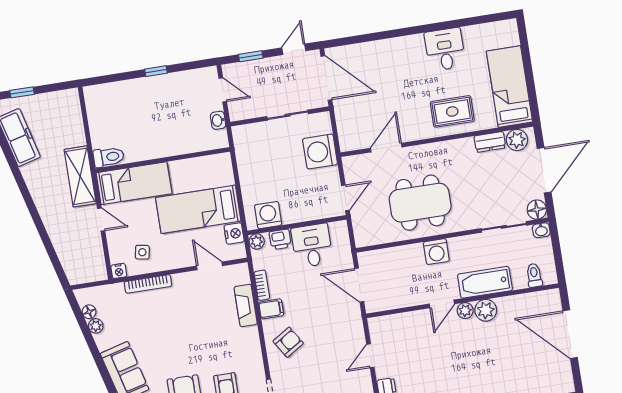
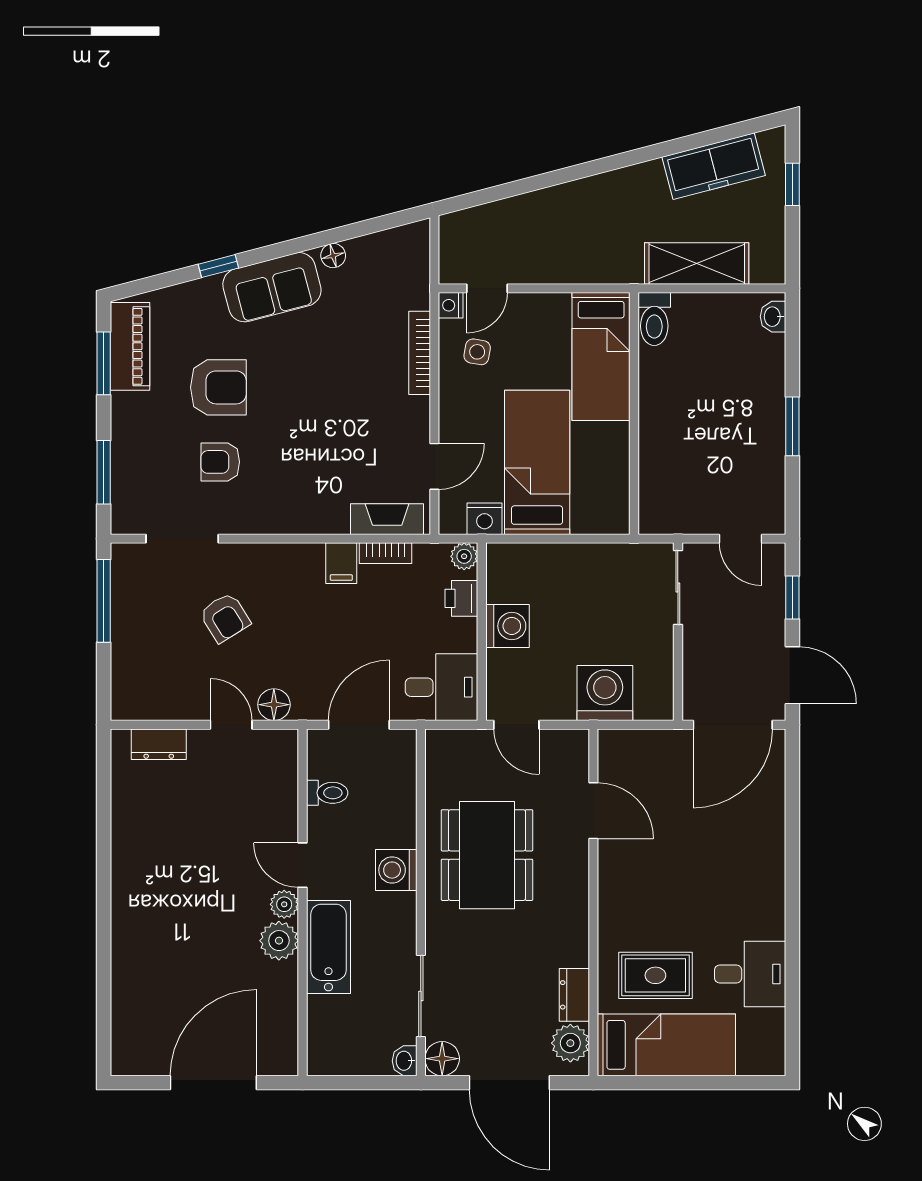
door: (294, 49) -> (792, 675), width x1.37
desk: (445, 49) -> (750, 974), moved
window: (156, 71) -> (792, 426), width x1.50
door: (223, 90) -> (741, 539), hinge flipped
rug: (452, 111) -> (655, 975), moved, turned 90
sliding door: (288, 115) -> (678, 588), moved
washbasin: (218, 120) -> (773, 317), moved, turned -90
shelving: (80, 176) -> (697, 263), moved
washing machine: (268, 215) -> (507, 626), moved
door: (101, 220) -> (487, 288), moved
desk: (312, 246) -> (442, 687), moved
toilet: (534, 275) -> (327, 793), moved
fireplace: (246, 305) -> (387, 519), moved
floor lamp: (89, 312) -> (333, 256), moved
plant: (96, 326) -> (360, 249), removed
floor lamp: (355, 334) -> (274, 705), added
armchair: (288, 342) -> (225, 618), moved

